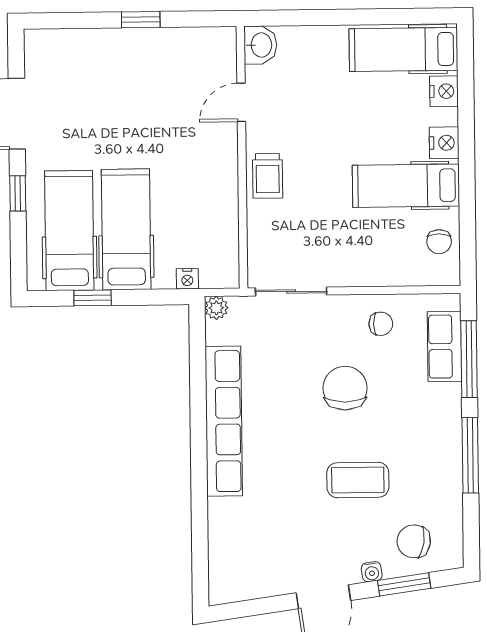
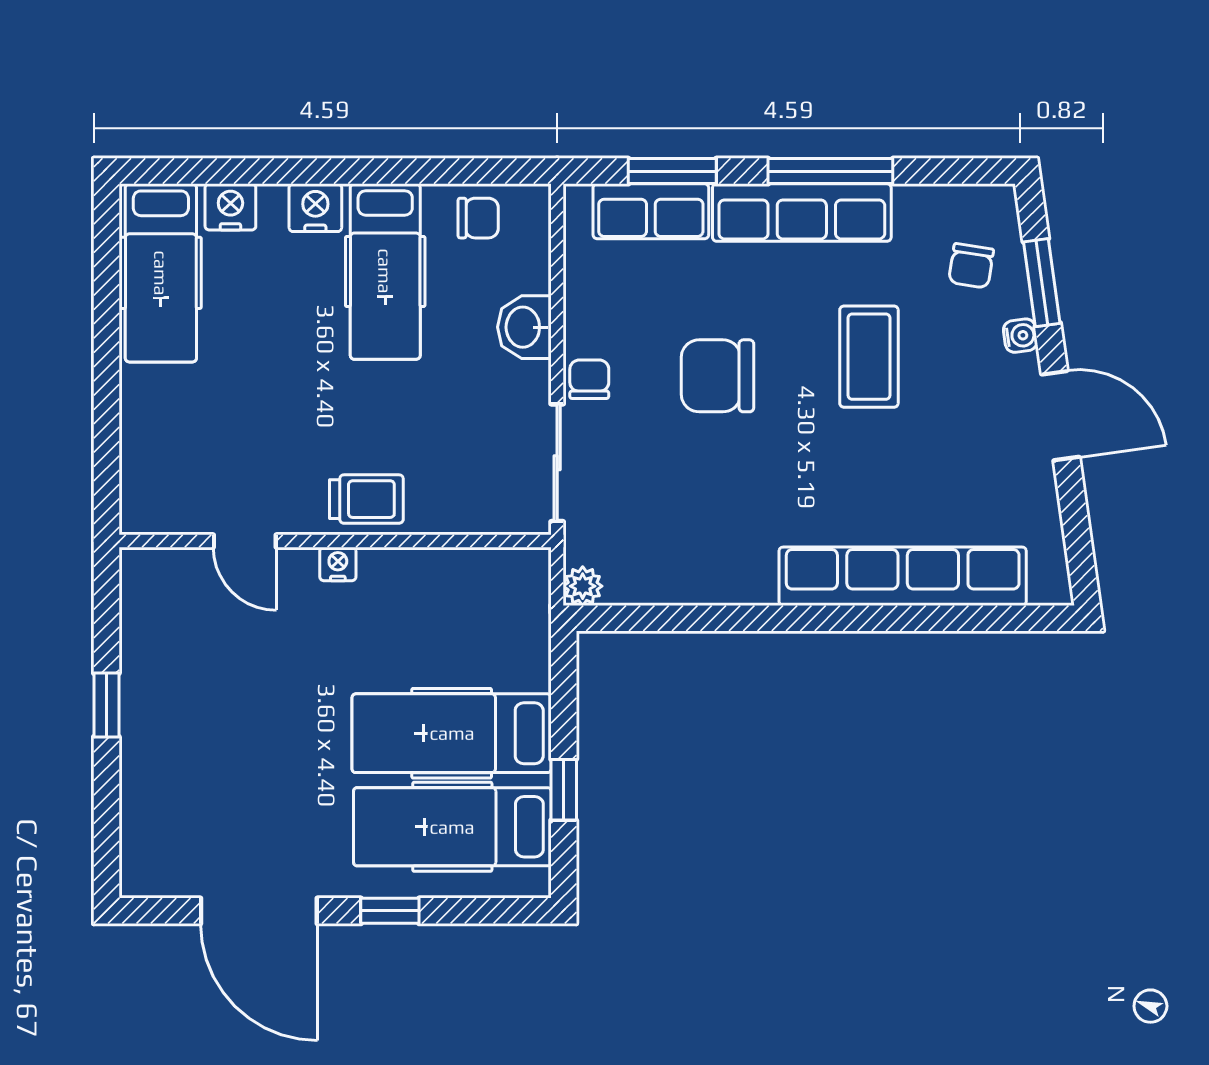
washbasin: (260, 45) -> (524, 327), moved, turned -90
nightstand: (187, 279) -> (338, 564), moved, turned -90
chair: (381, 324) -> (589, 379), moved
window: (469, 359) -> (672, 171), width x0.69
row of seats: (224, 421) -> (903, 576), moved
row of seats: (445, 438) -> (802, 213), added
chair: (414, 541) -> (971, 266), width x0.73, depth x0.73

